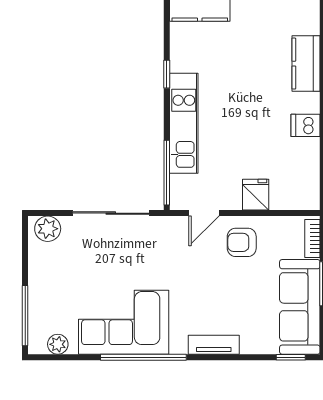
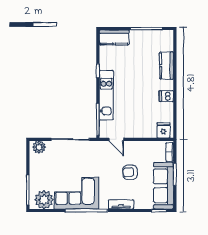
fridge: (256, 195) -> (163, 130), moved
door: (204, 213) -> (116, 139), hinge flipped
armchair: (242, 242) -> (130, 172), moved
plant: (58, 344) -> (44, 200), width x1.87, depth x1.87

